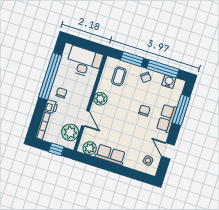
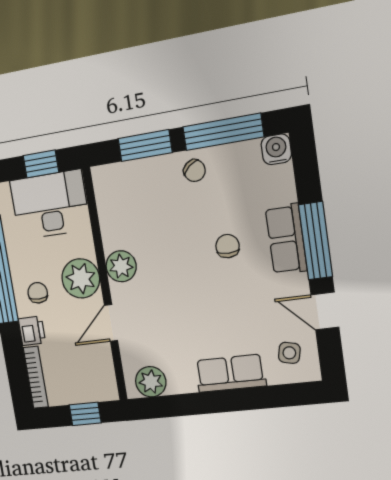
window: (89, 45) -> (41, 164), added
coffee table: (119, 76) -> (136, 198), removed
water cooler: (169, 82) -> (276, 149), moved
window: (181, 110) -> (315, 241), moved
door: (85, 118) -> (111, 323), swing flipped
plant: (70, 132) -> (81, 278), moved
row of seats: (110, 155) -> (230, 373), moved

